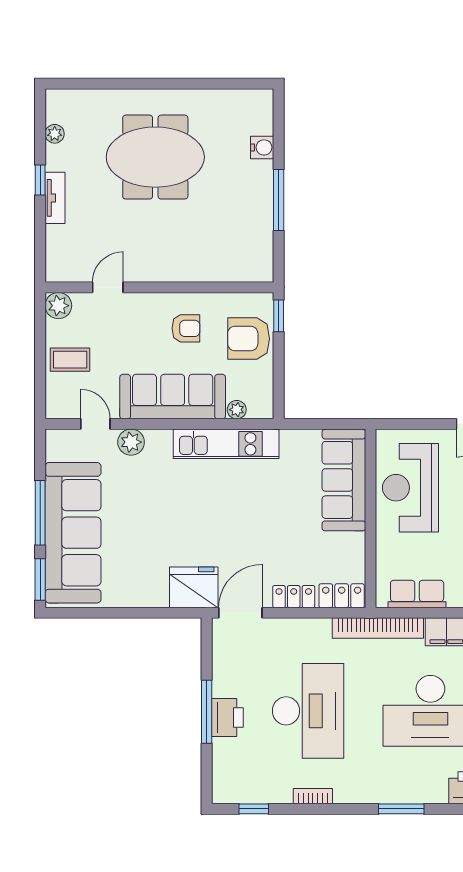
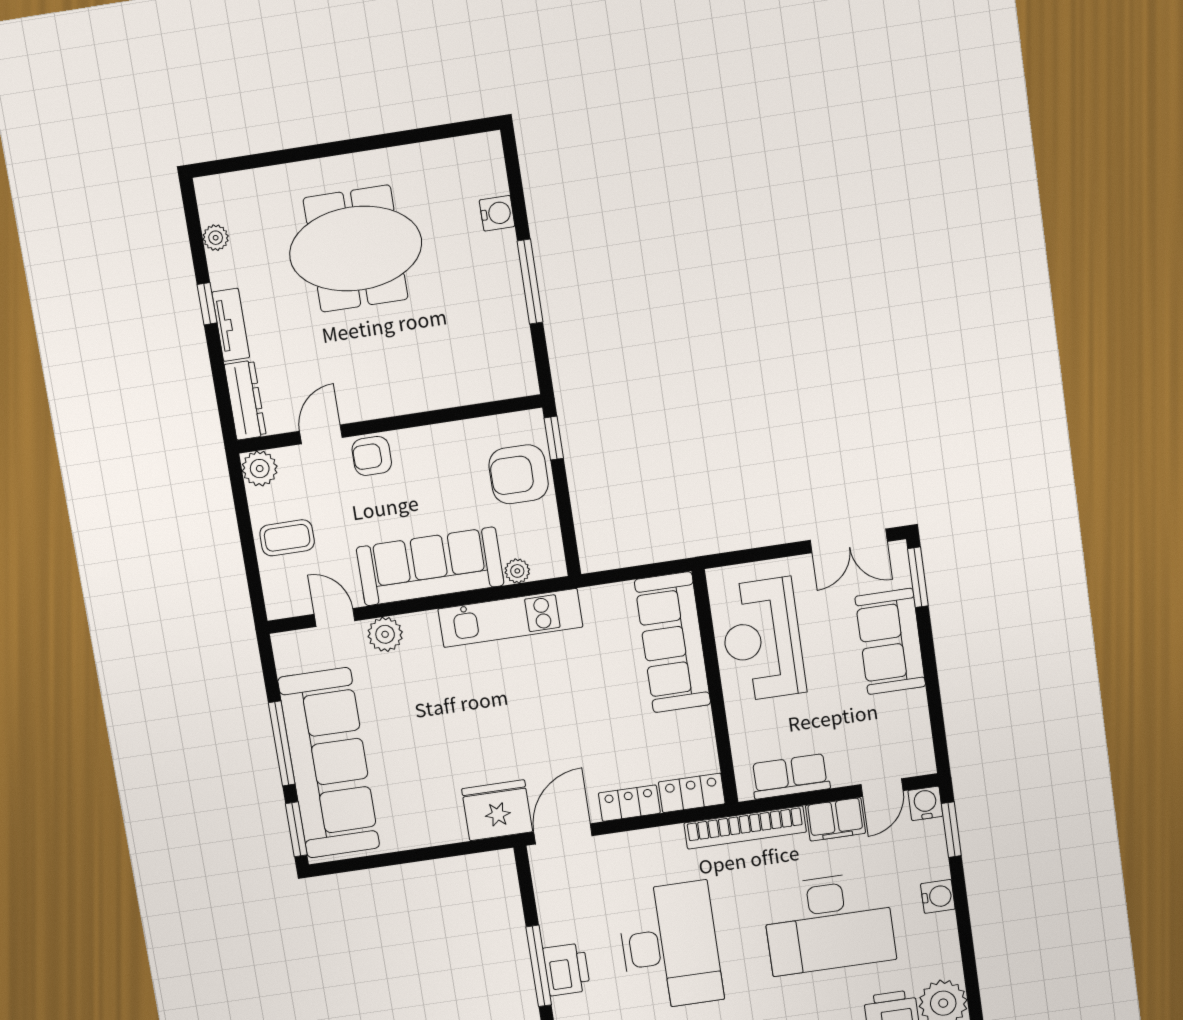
dresser: (56, 254) -> (245, 400), added
armchair: (186, 328) -> (372, 456), moved, turned 180

